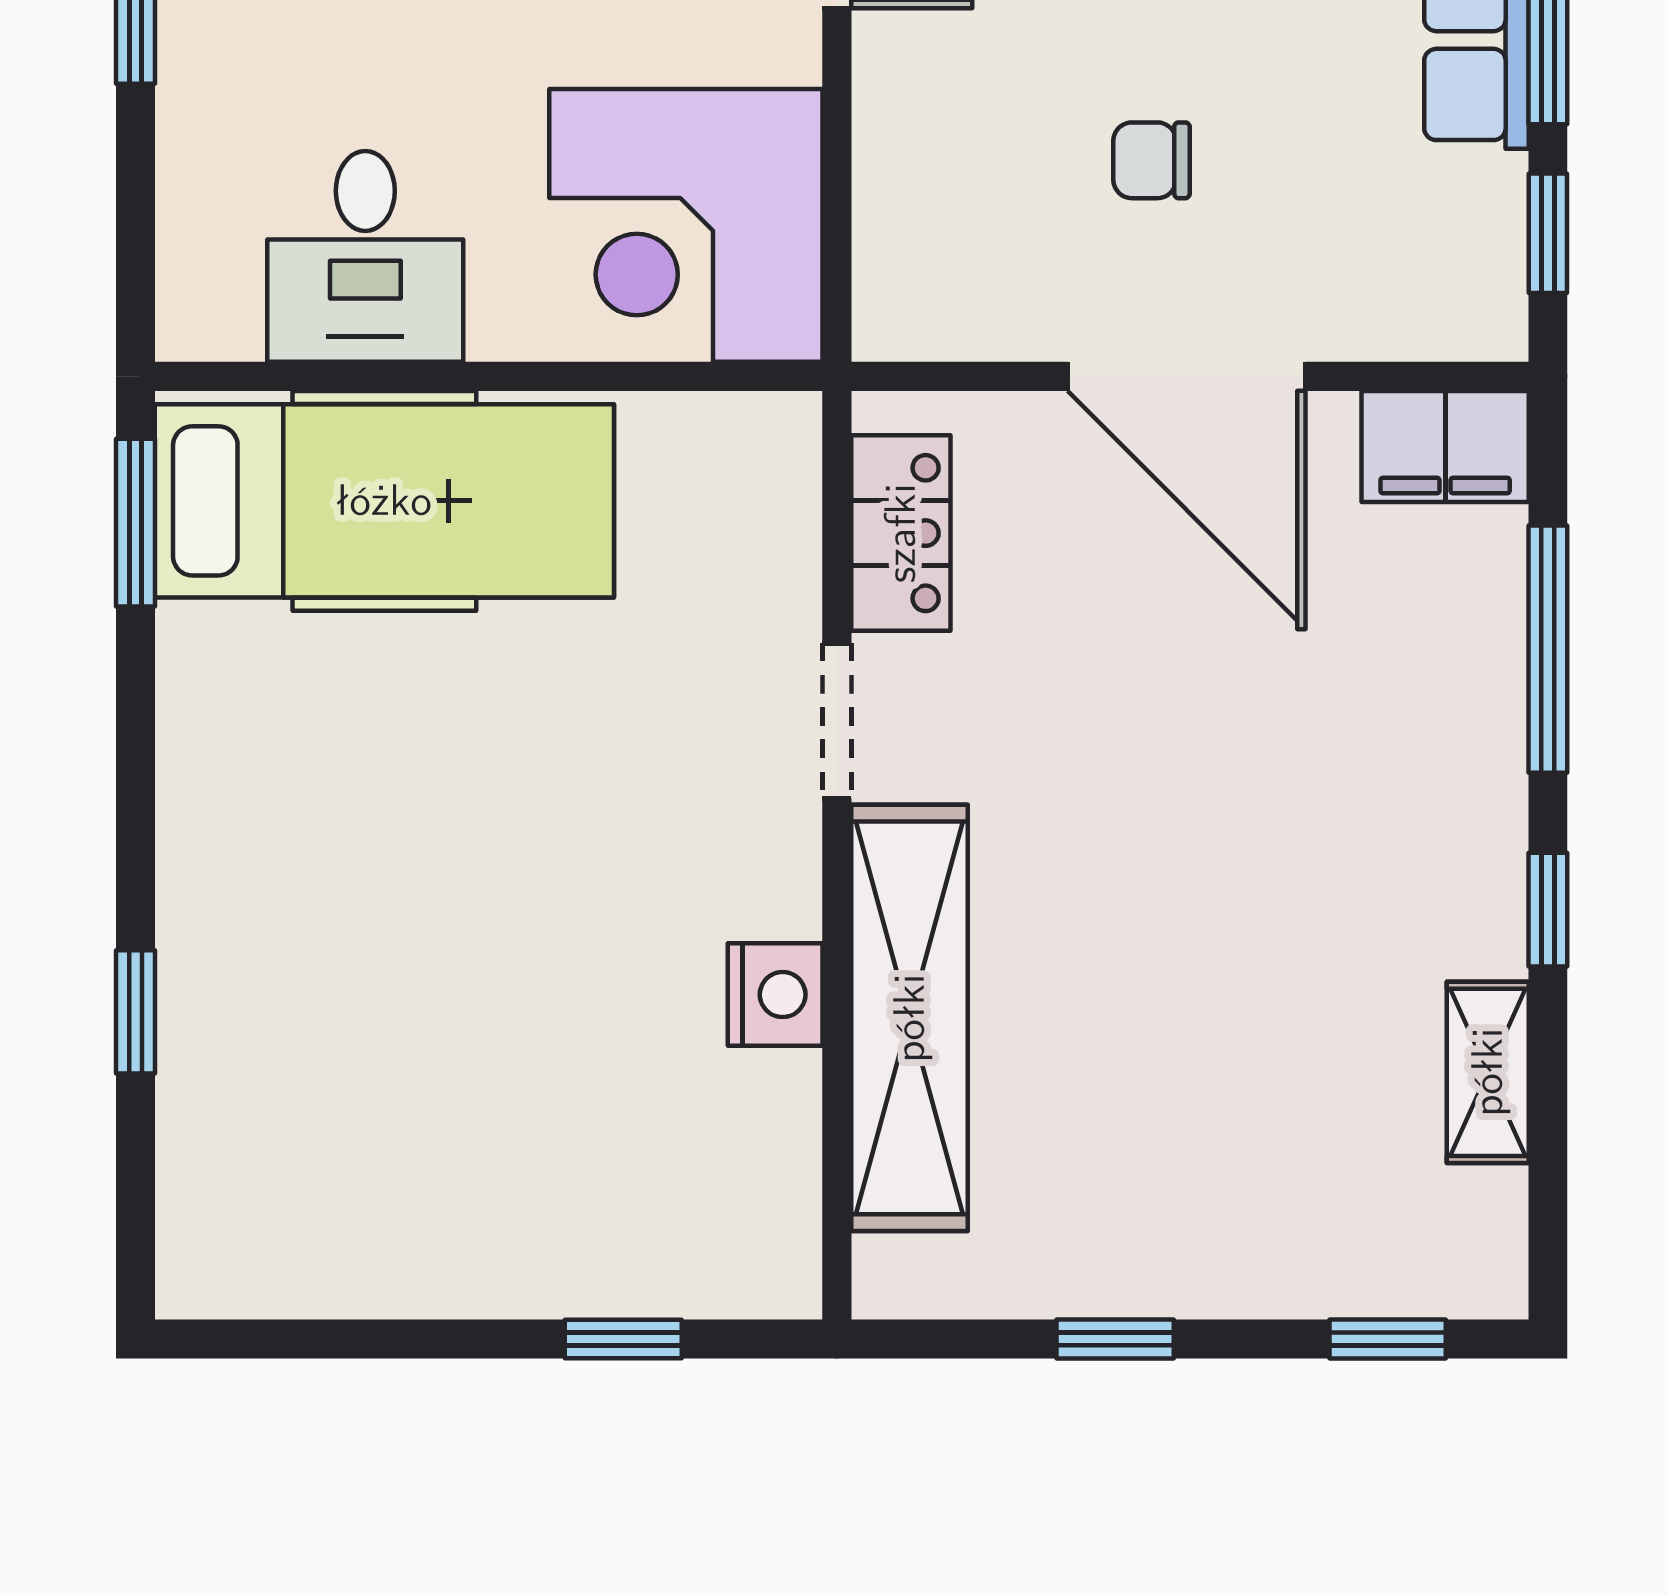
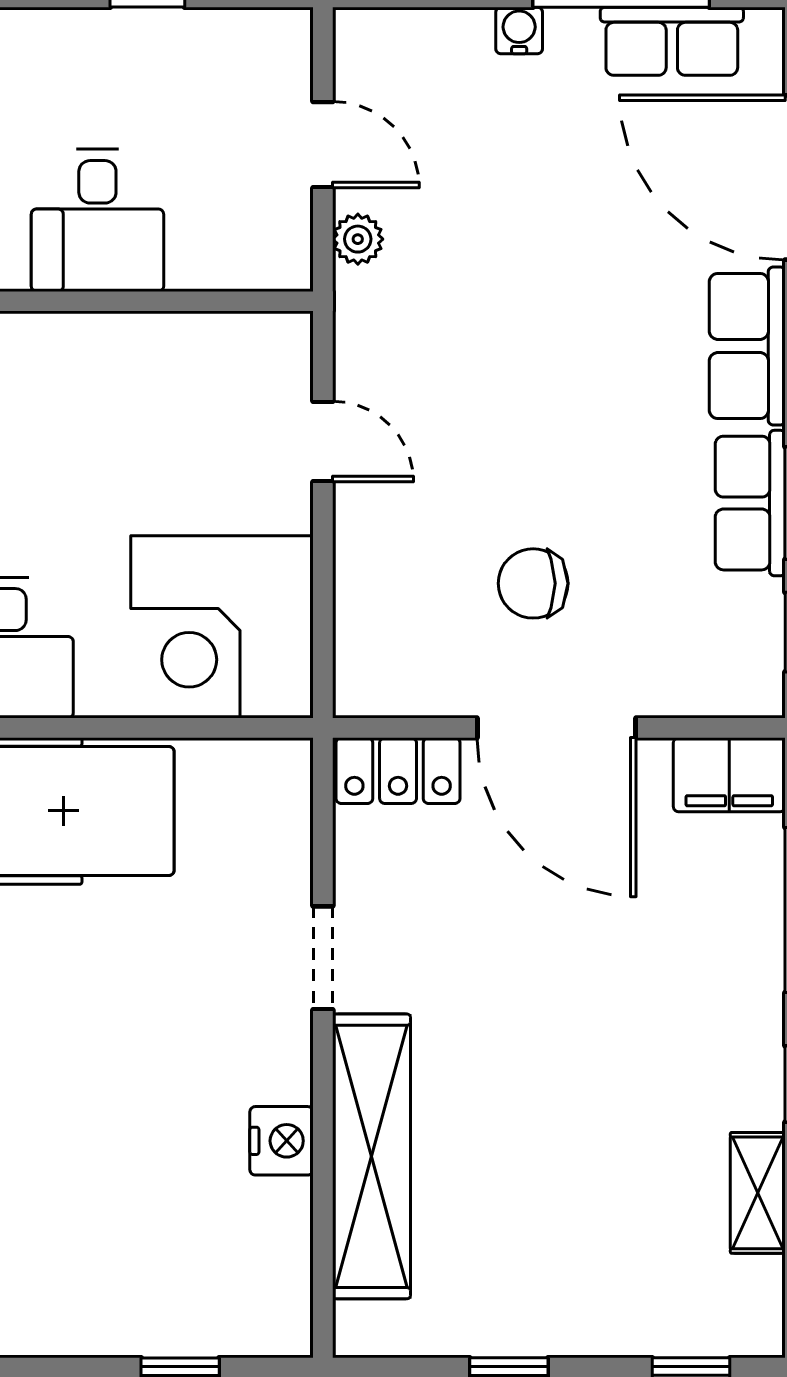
chair: (1152, 160) -> (533, 583), width x1.37, depth x1.37
locker: (901, 533) -> (398, 771), moved, turned 90

